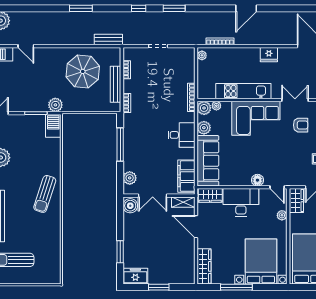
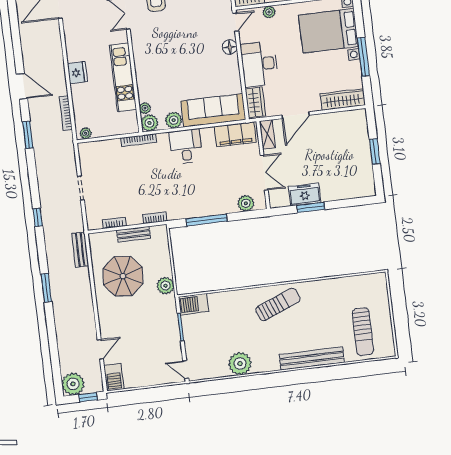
window: (174, 8) -> (28, 135), moved
fridge: (269, 55) -> (77, 73), moved
bench: (116, 84) -> (134, 234), width x0.73
plant: (55, 105) -> (165, 286), moved
corner sofa: (256, 118) -> (154, 58), removed
sun lounger: (45, 194) -> (278, 304), turned -40
boiler: (130, 206) -> (280, 198), removed
window: (120, 252) -> (311, 207), moved
freezer: (135, 276) -> (305, 194), moved, turned 90

